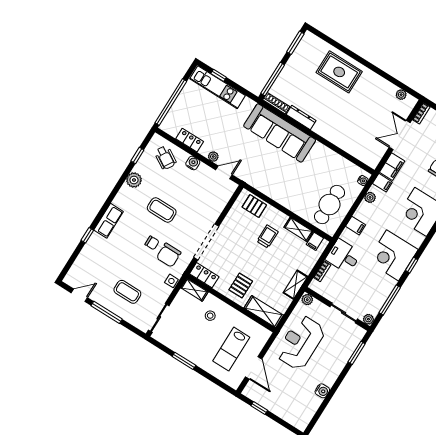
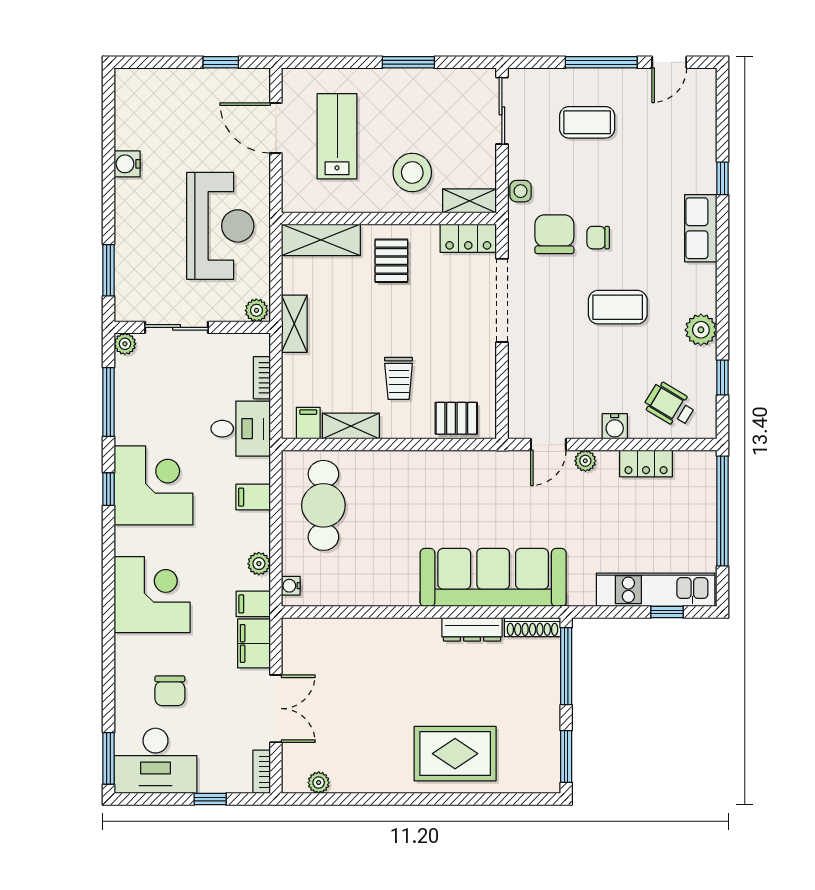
stool: (210, 316) -> (412, 173), width x1.89, depth x1.89

